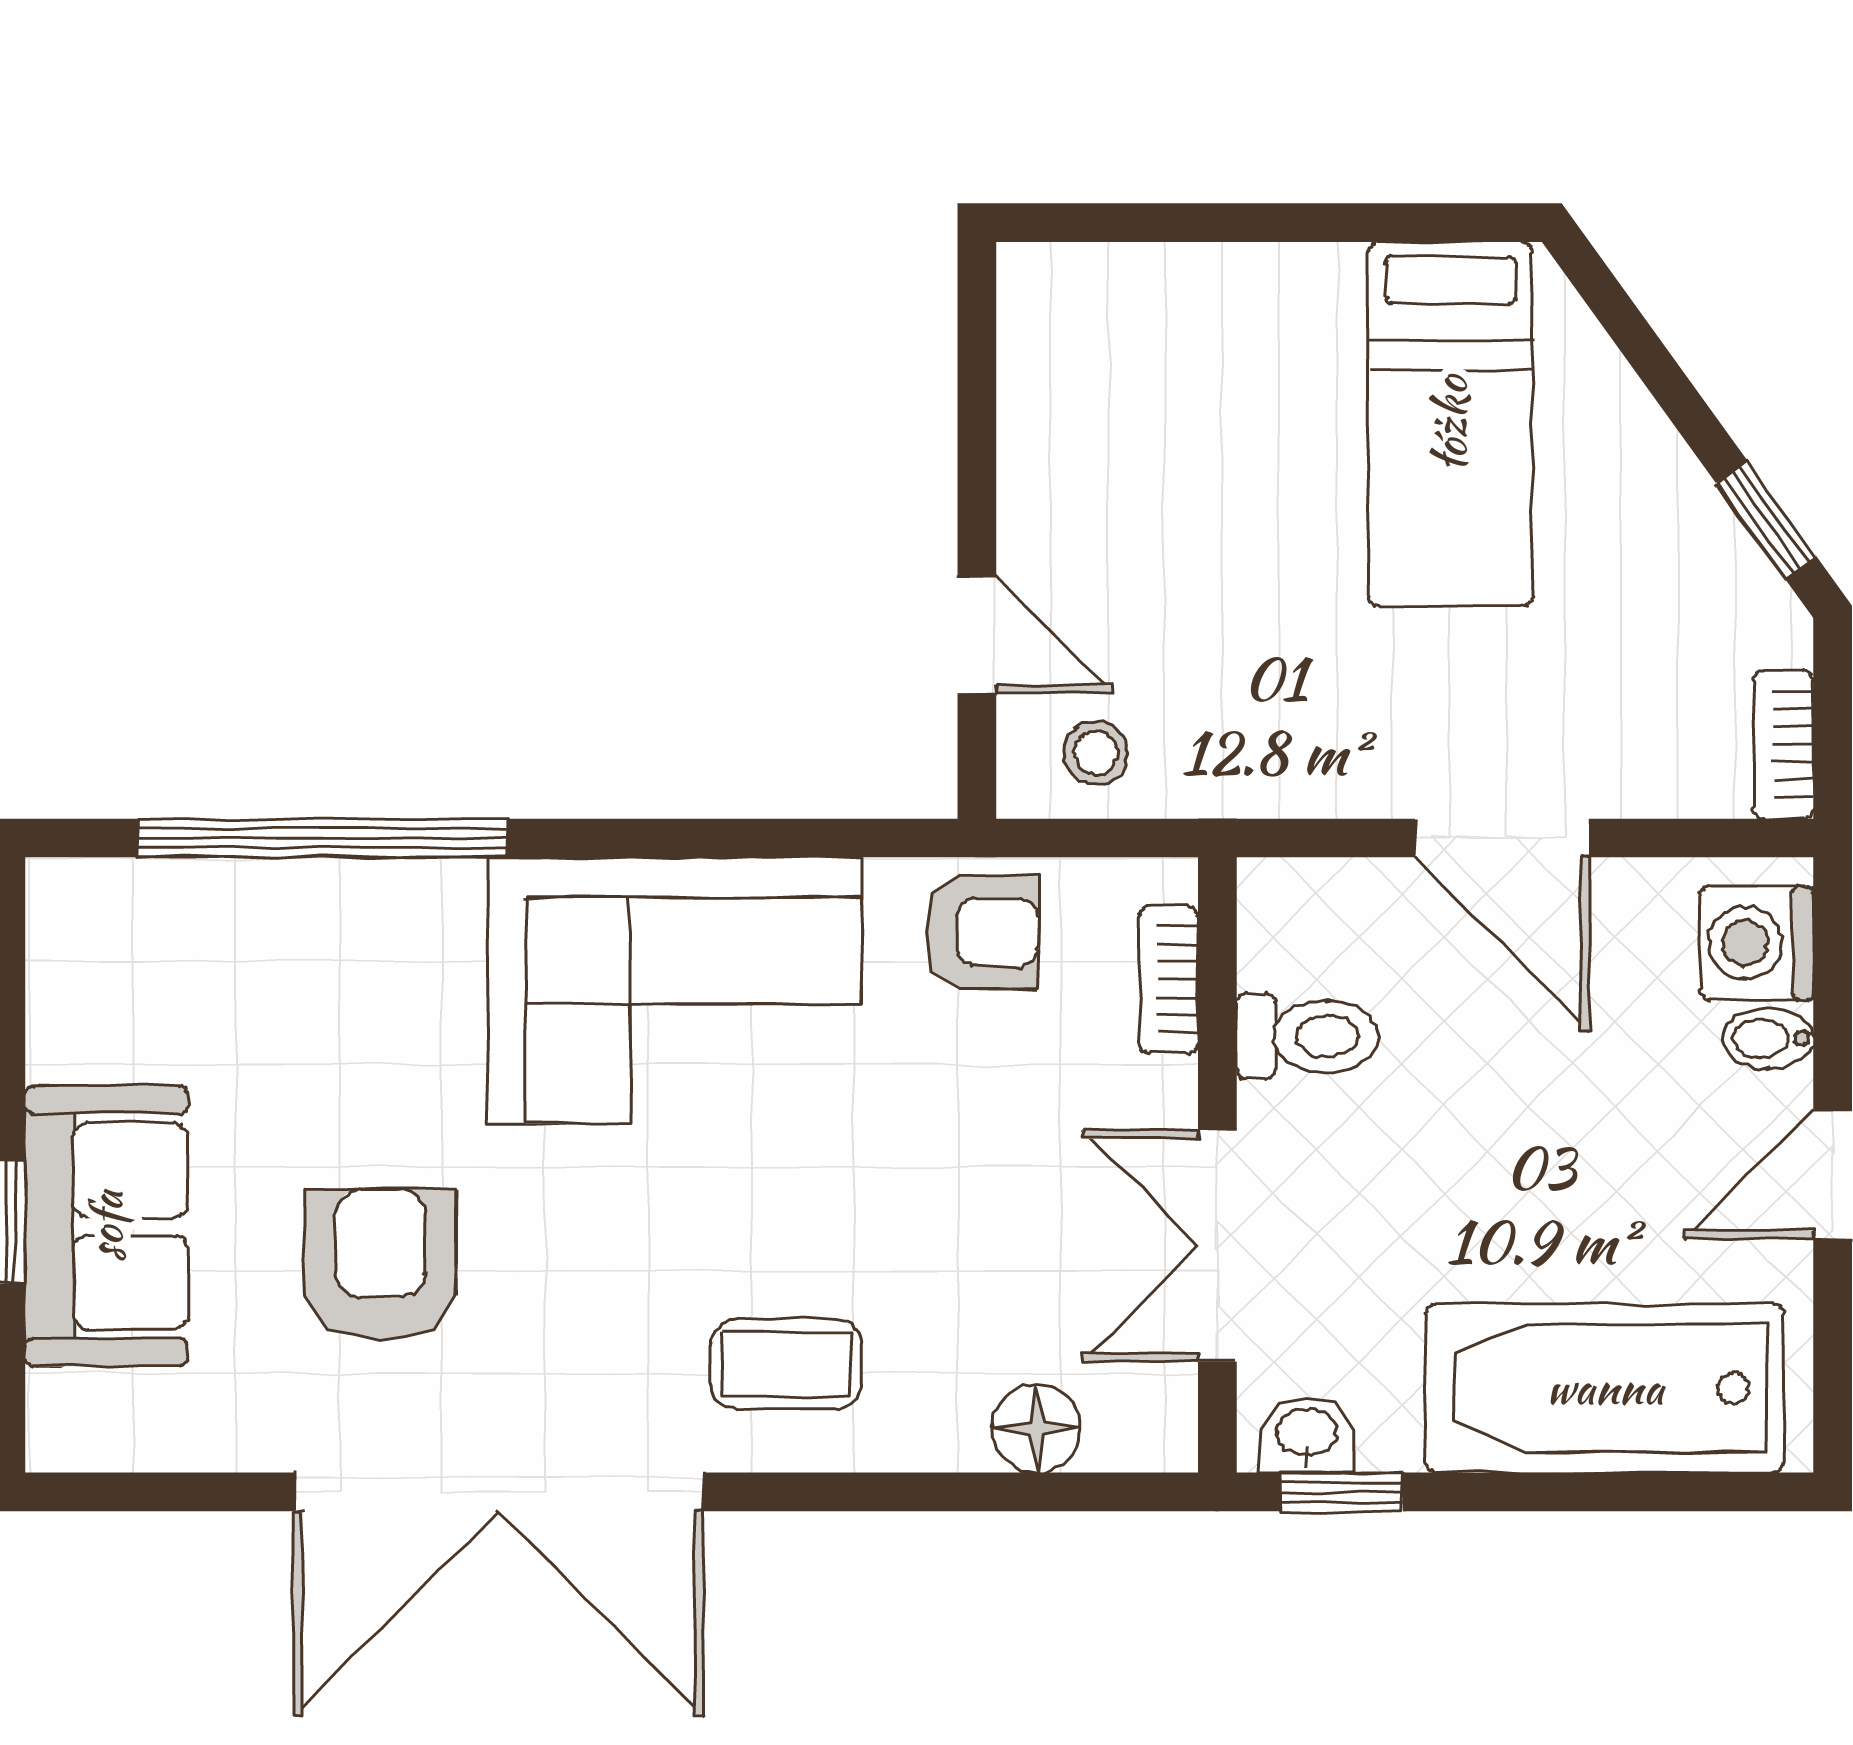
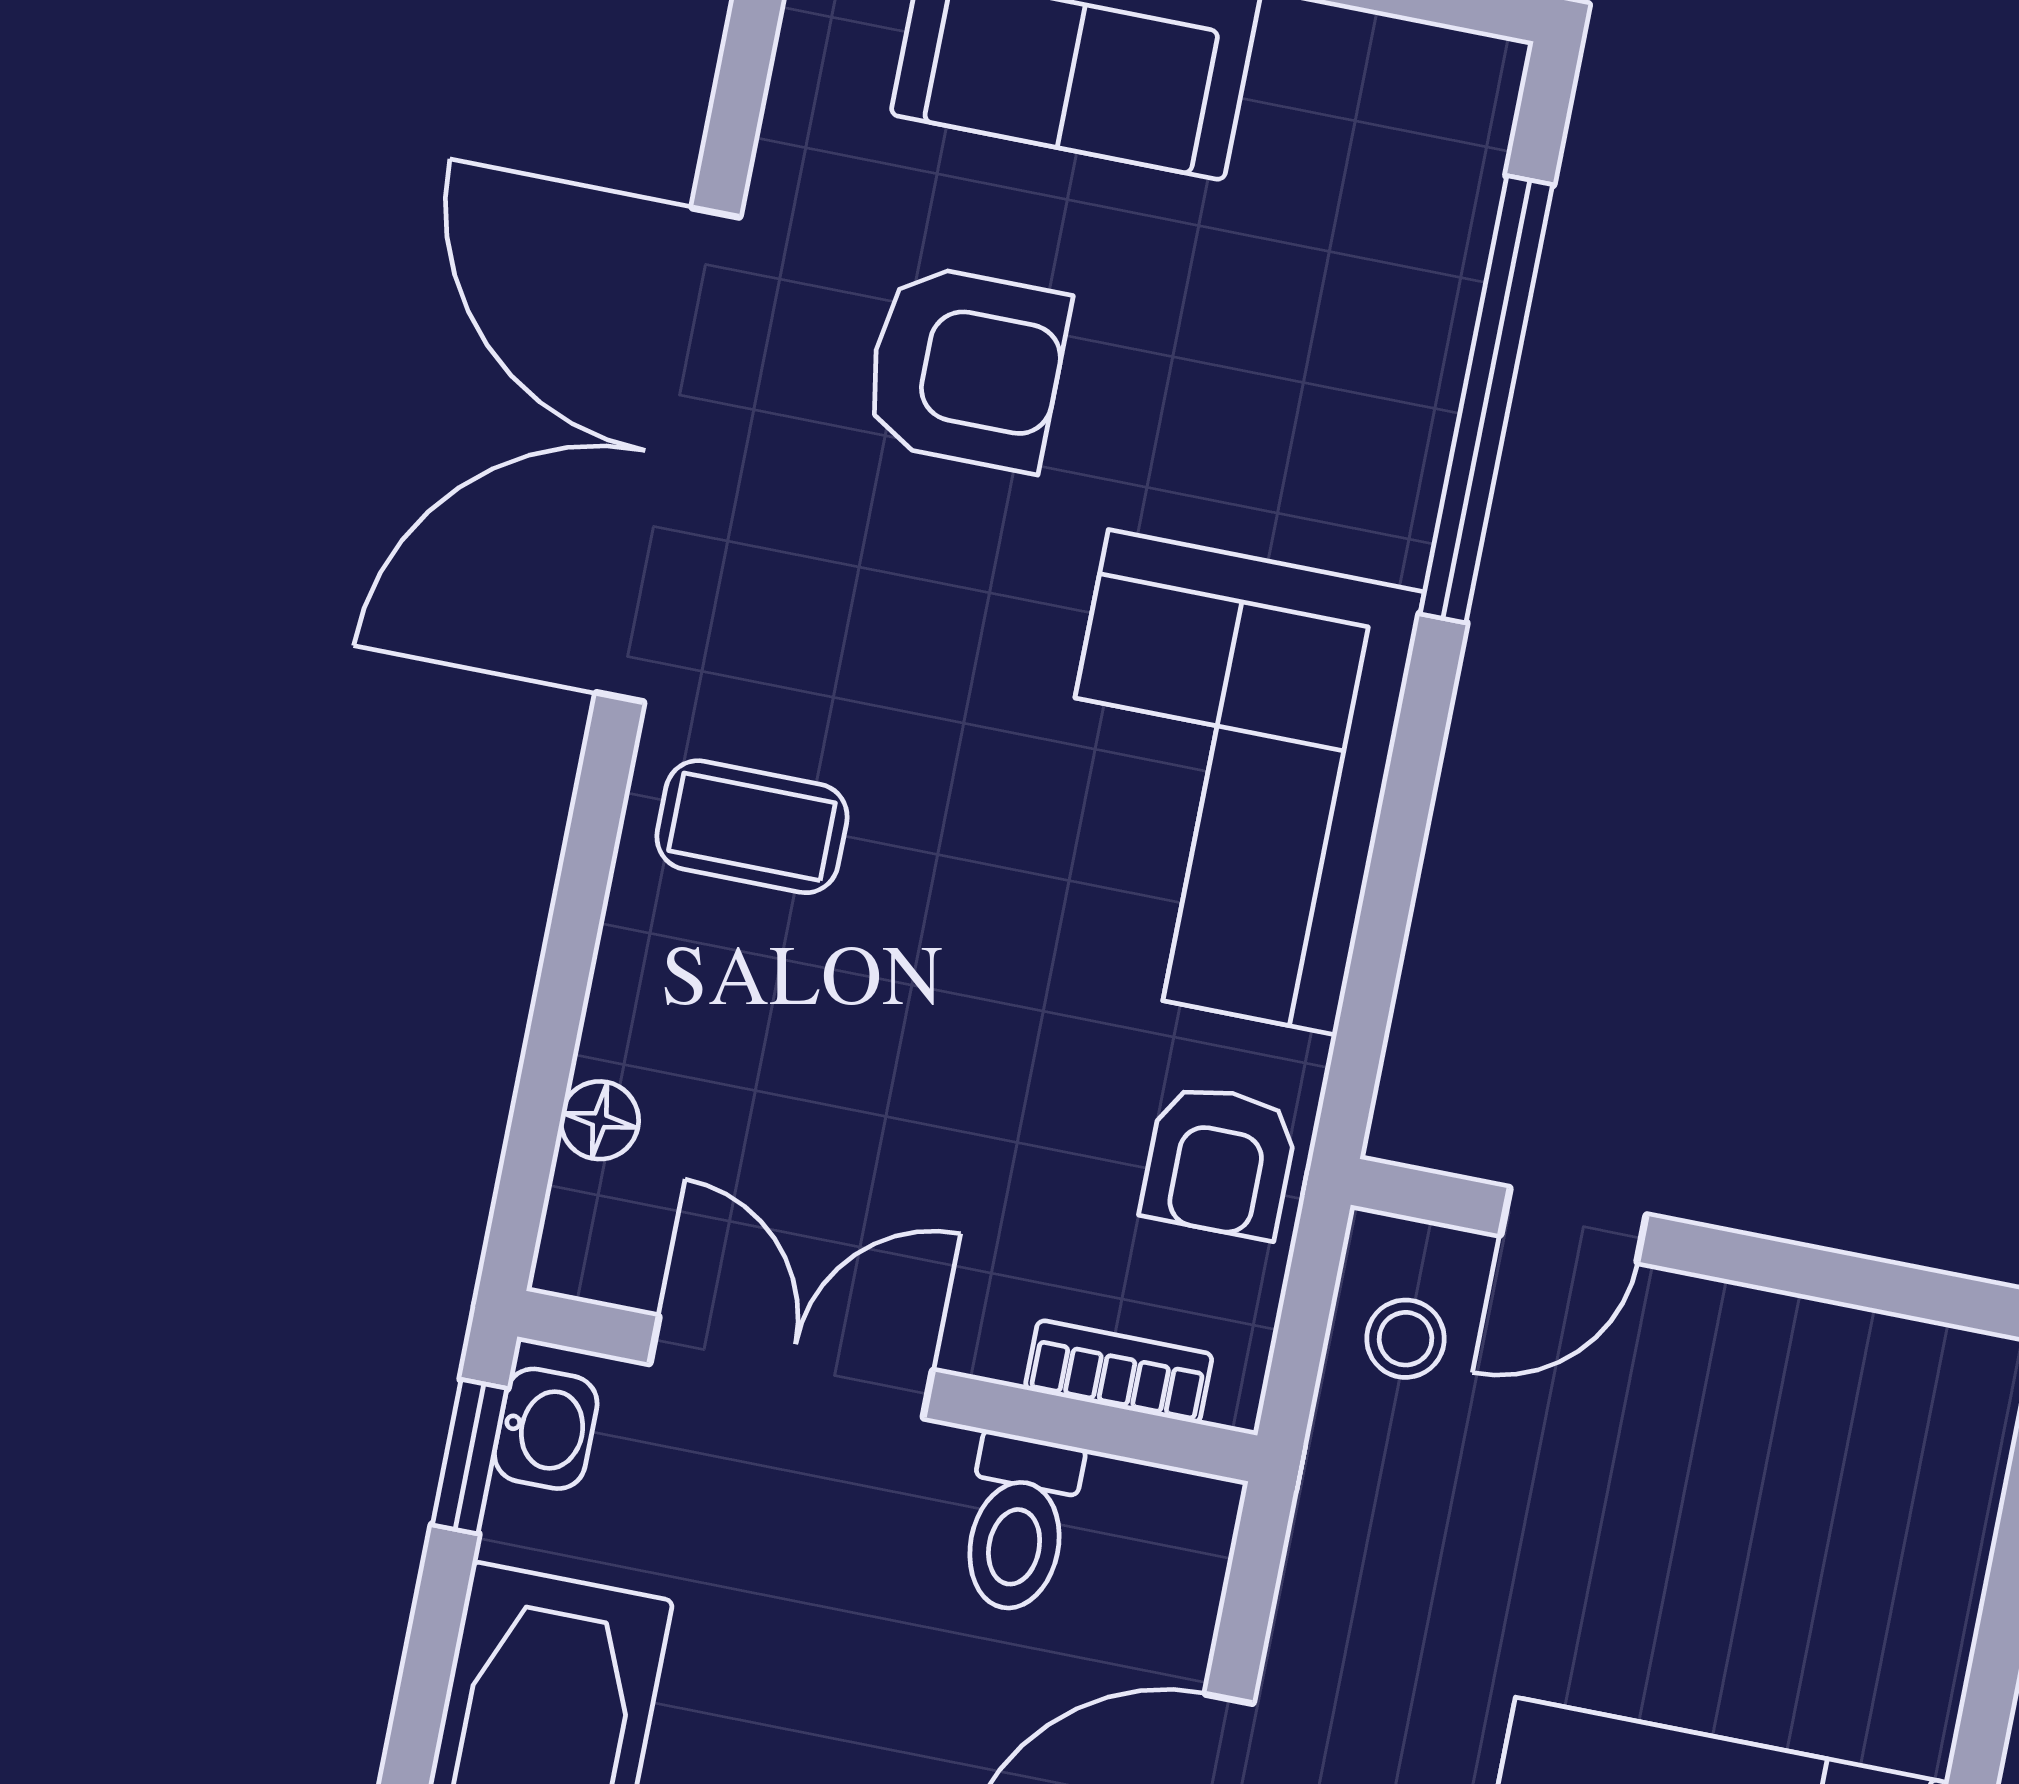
coffee table: (786, 1364) -> (752, 827), turned 90
floor lamp: (1036, 1428) -> (600, 1120), width x0.73, depth x0.73

